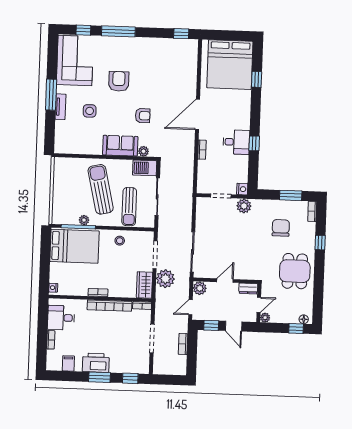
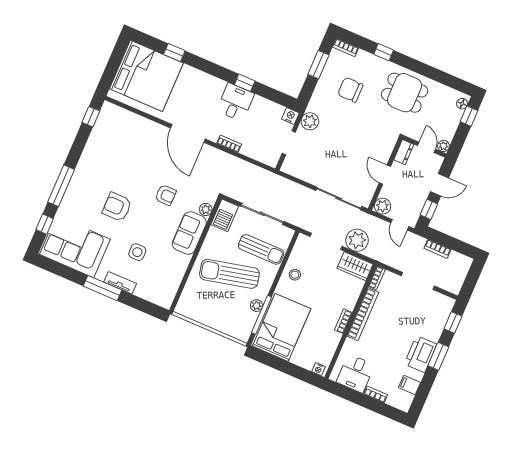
armchair: (143, 116) -> (165, 195), turned 90

